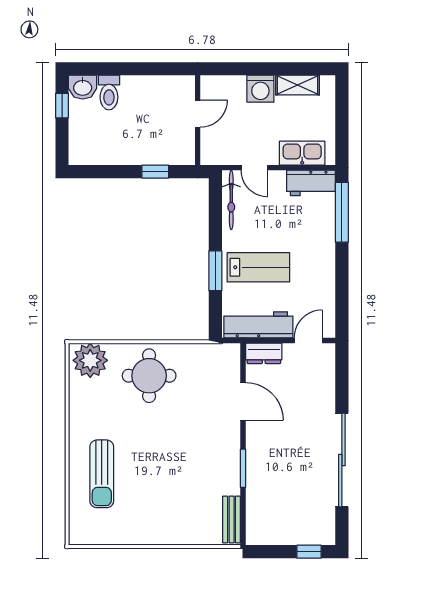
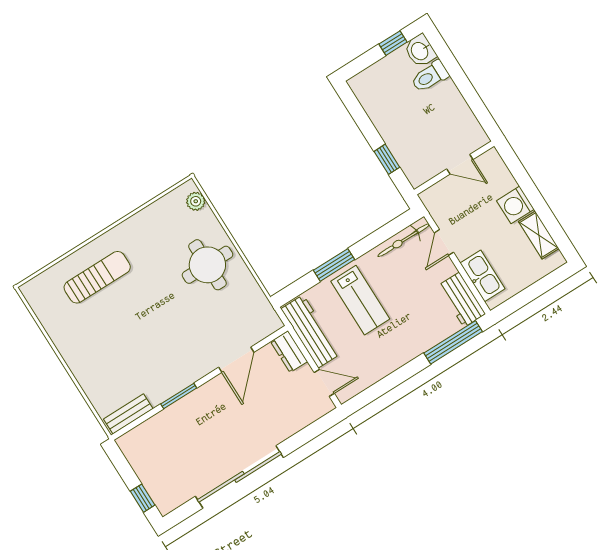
plant: (90, 360) -> (196, 201), width x0.53, depth x0.53
sun lounger: (102, 474) -> (97, 277), turned 180

